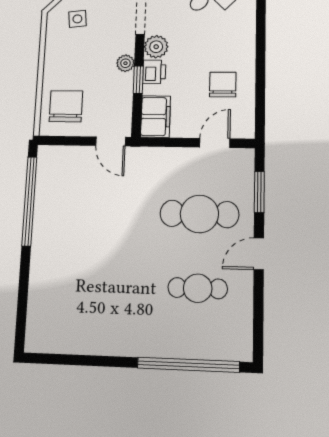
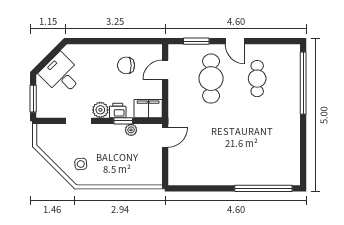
plant: (125, 63) -> (131, 130), moved
chair: (66, 106) -> (142, 168), removed
door: (215, 143) -> (165, 70), hinge flipped
window: (29, 201) -> (263, 188), moved

